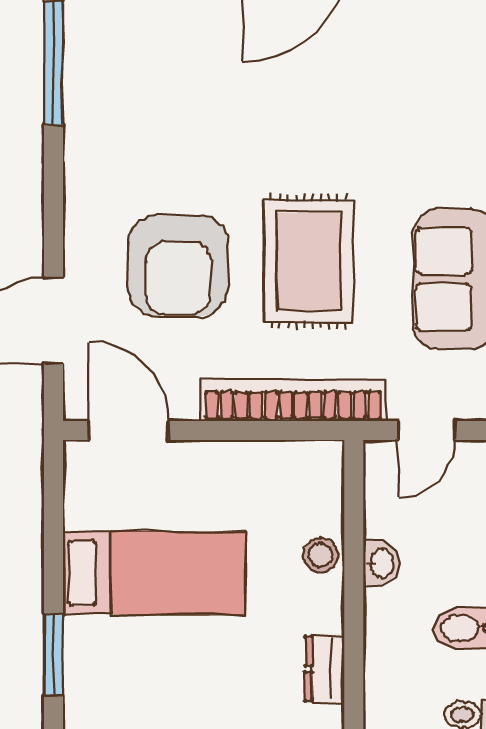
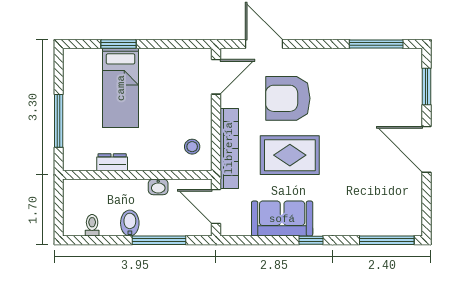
door: (427, 431) -> (216, 207), width x1.38
stool: (320, 555) -> (192, 147), moved
bed: (154, 573) -> (121, 88), moved

